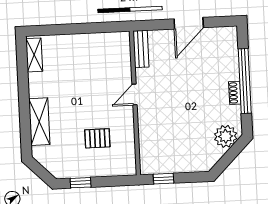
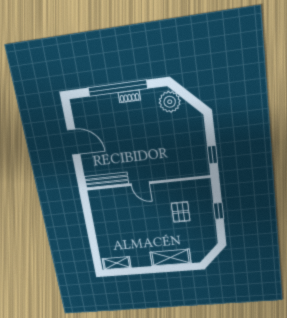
bench: (141, 49) -> (106, 180), width x1.36
window: (81, 183) -> (219, 211), moved

